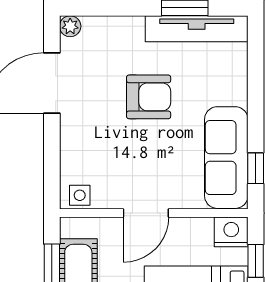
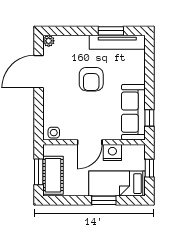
armchair: (149, 97) -> (91, 79), turned 90
nightstand: (231, 232) -> (112, 153), moved

